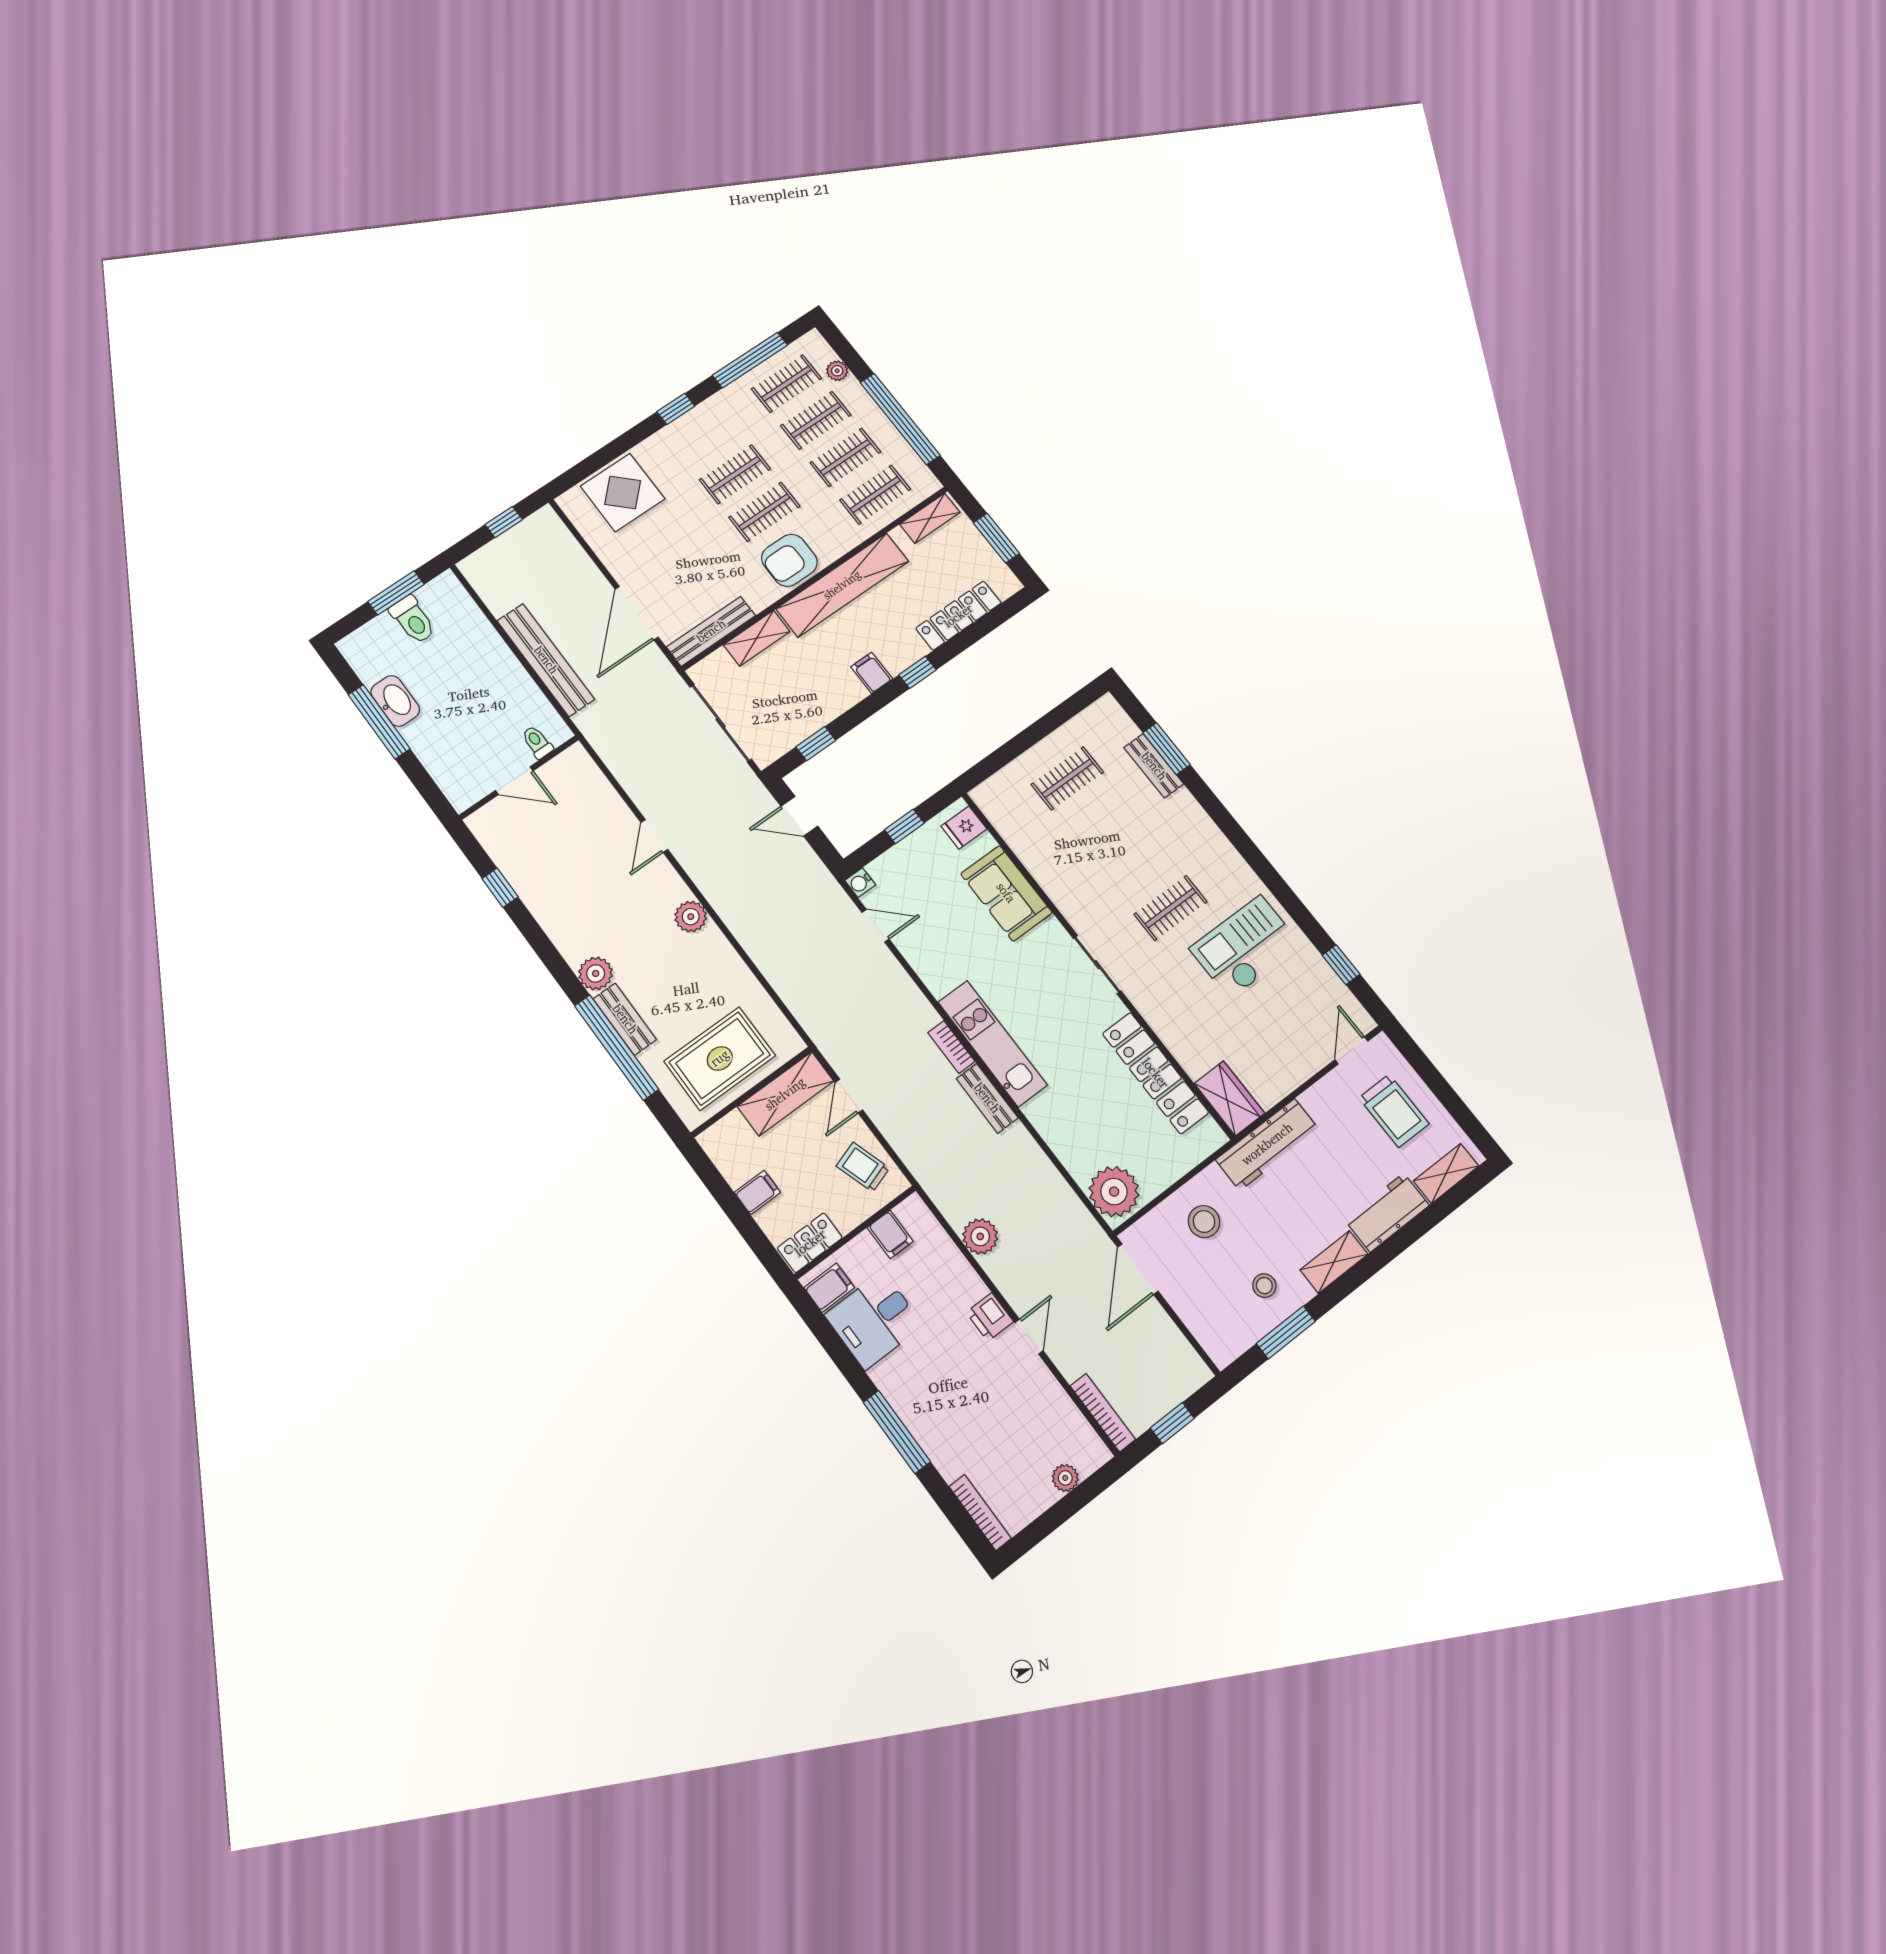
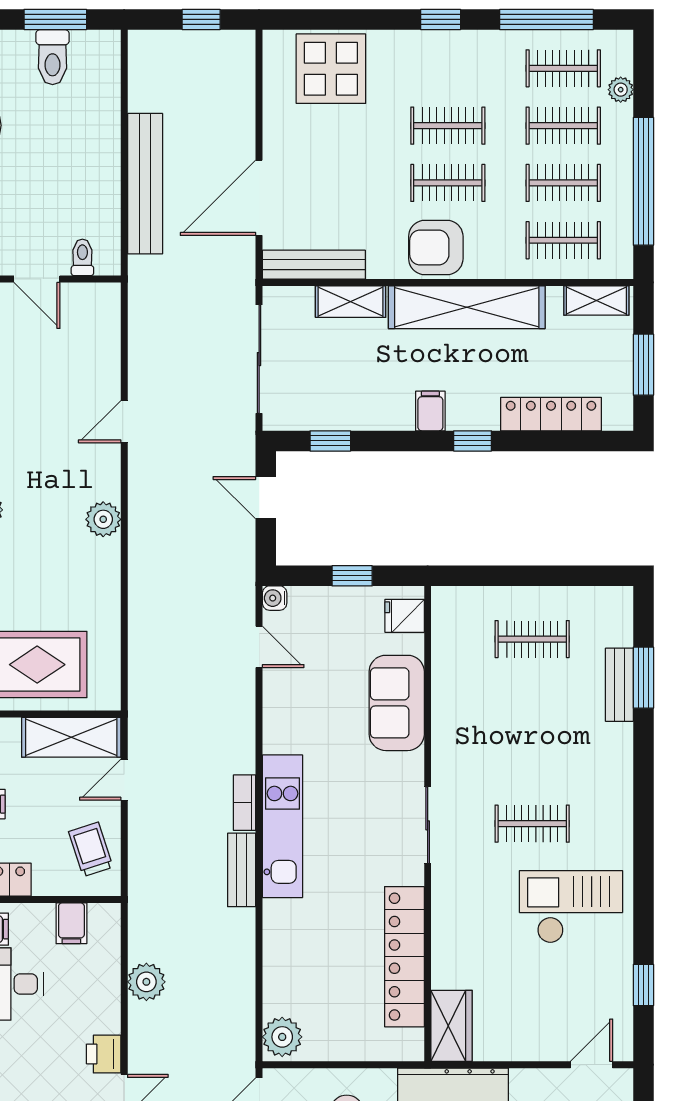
plant: (1114, 1192) -> (282, 1037), width x0.73, depth x0.73

